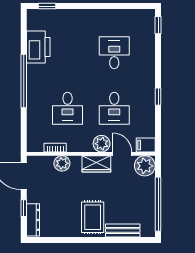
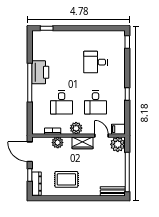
printer: (38, 47) -> (40, 72), moved
desk: (114, 53) -> (96, 62), turned -90
plant: (102, 144) -> (76, 128), moved
rug: (93, 217) -> (66, 179), moved, turned 90
bench: (123, 230) -> (113, 191), moved

